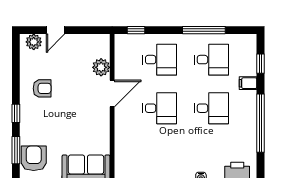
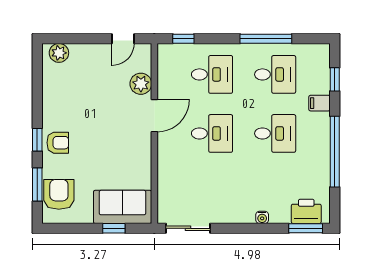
door: (55, 30) -> (123, 39), moved
armchair: (42, 88) -> (58, 143), moved

